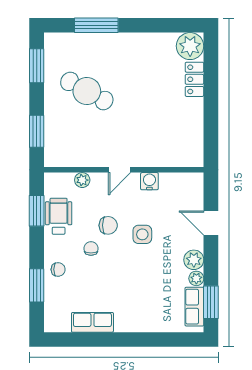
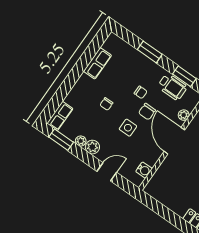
door: (120, 170) -> (174, 141), width x1.88
water cooler: (149, 181) -> (144, 170), moved
chair: (58, 269) -> (106, 104), moved
window: (37, 285) -> (150, 52), moved
row of seats: (194, 307) -> (60, 116), moved, turned 90

